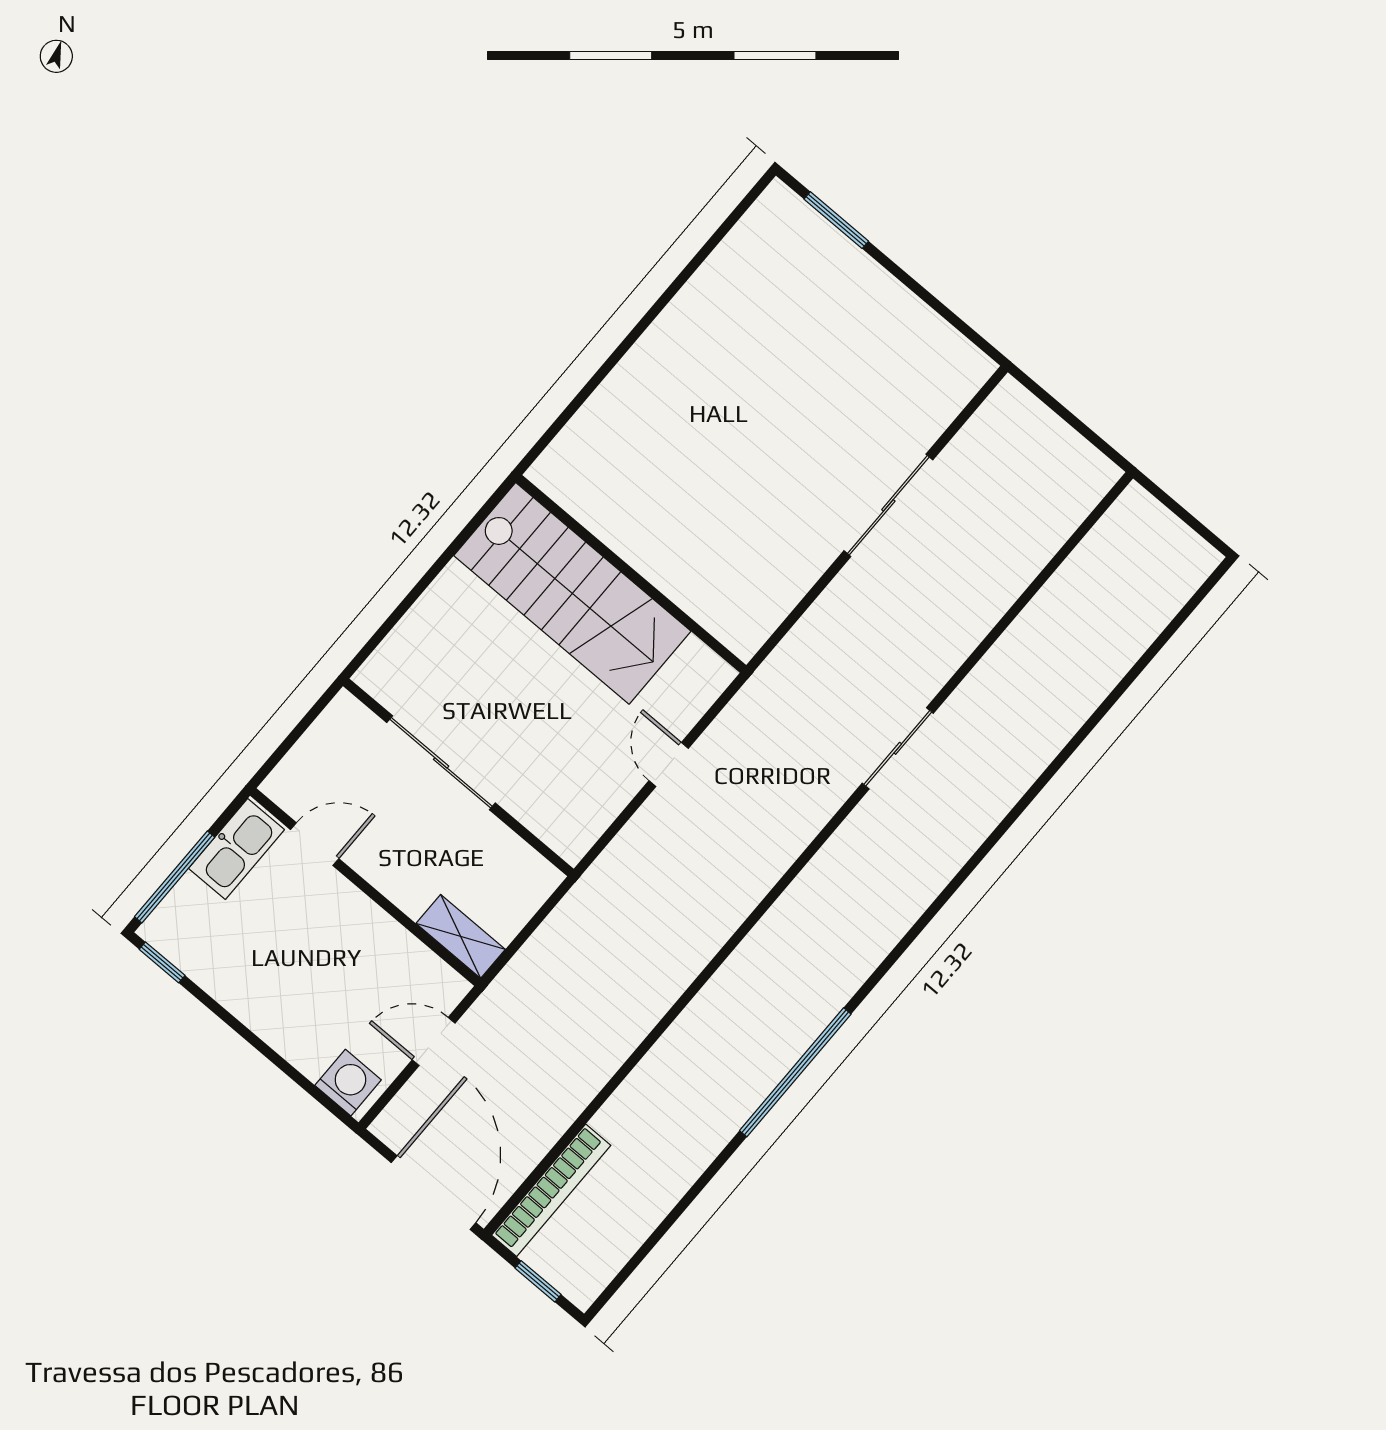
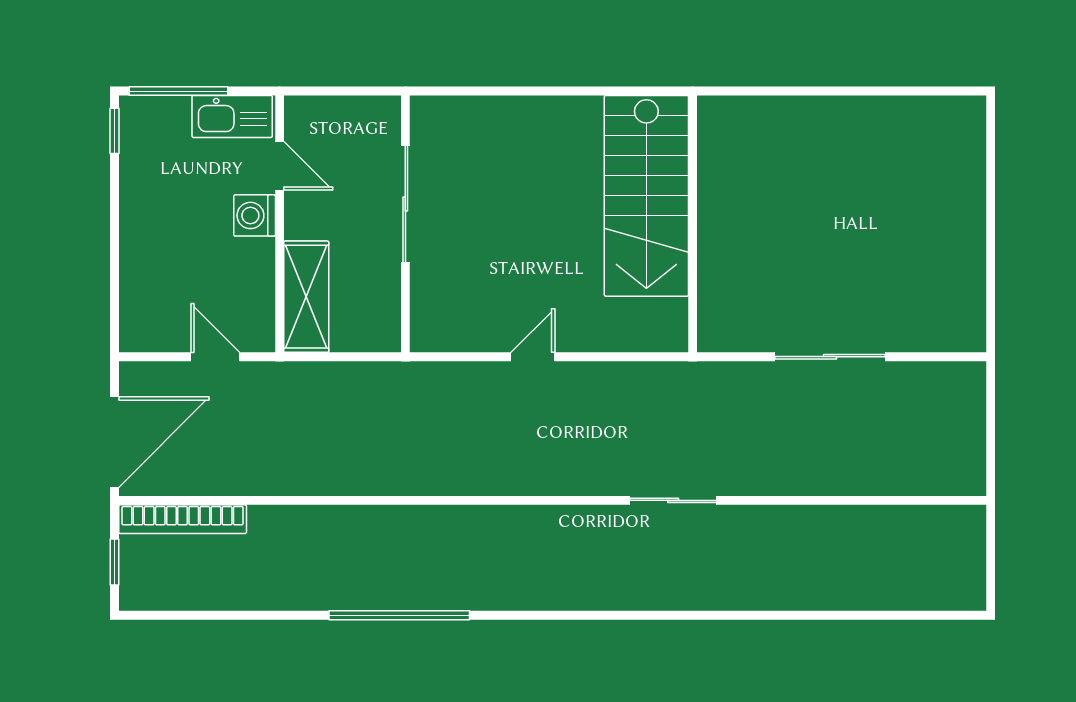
window: (836, 220) -> (991, 161), removed
wall: (631, 574) -> (693, 224), moved
stairs: (572, 593) -> (646, 196), moved
shelving: (461, 936) -> (306, 297), width x1.50, depth x1.33
washing machine: (348, 1083) -> (255, 215), moved, turned 180

